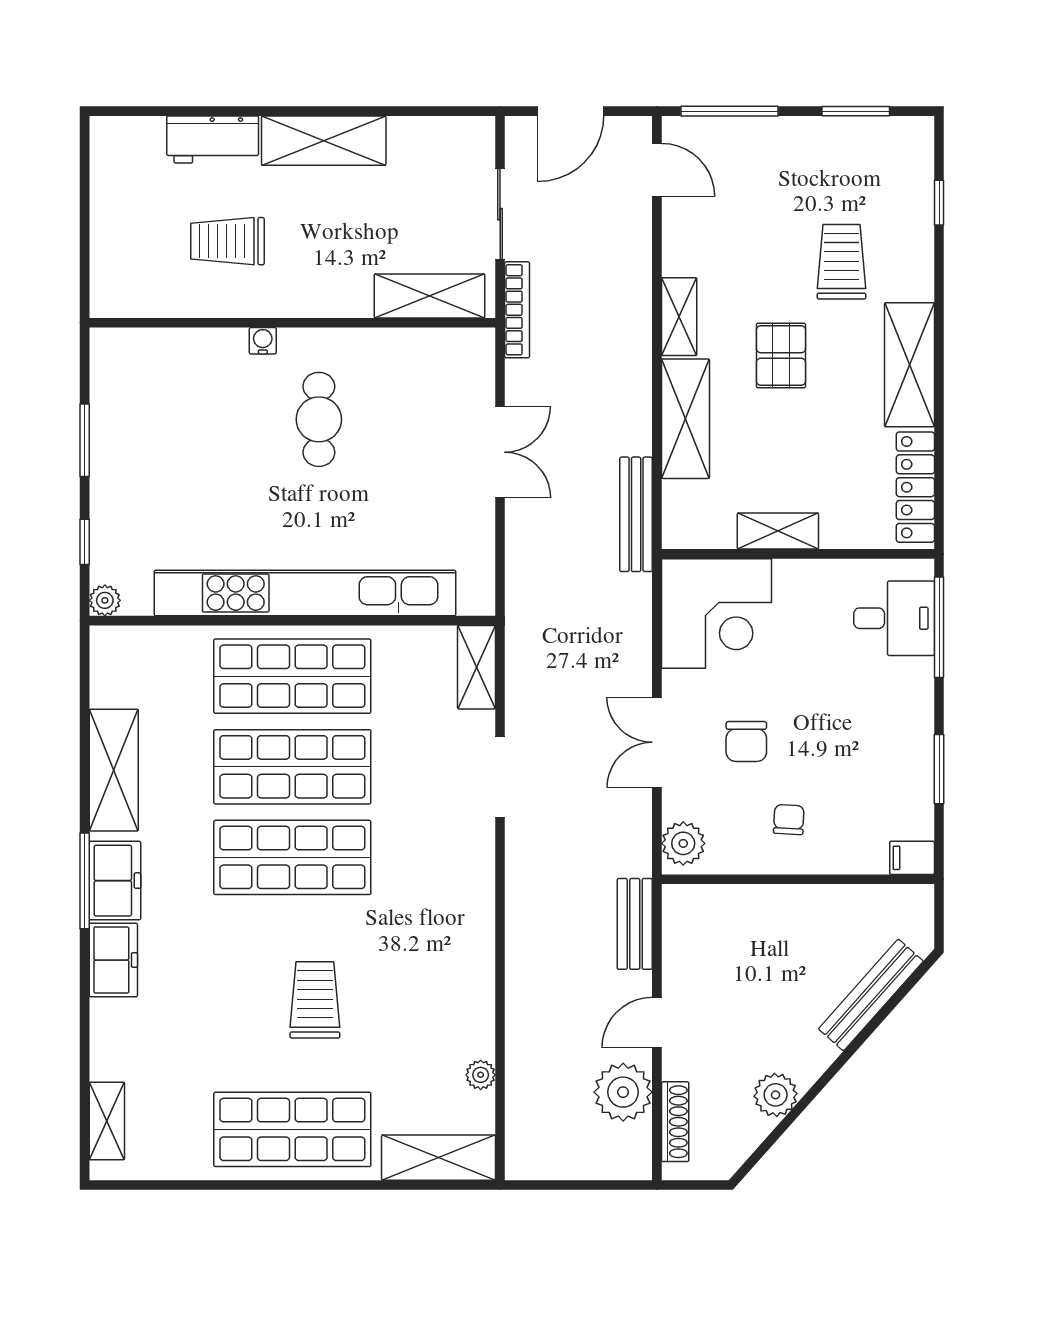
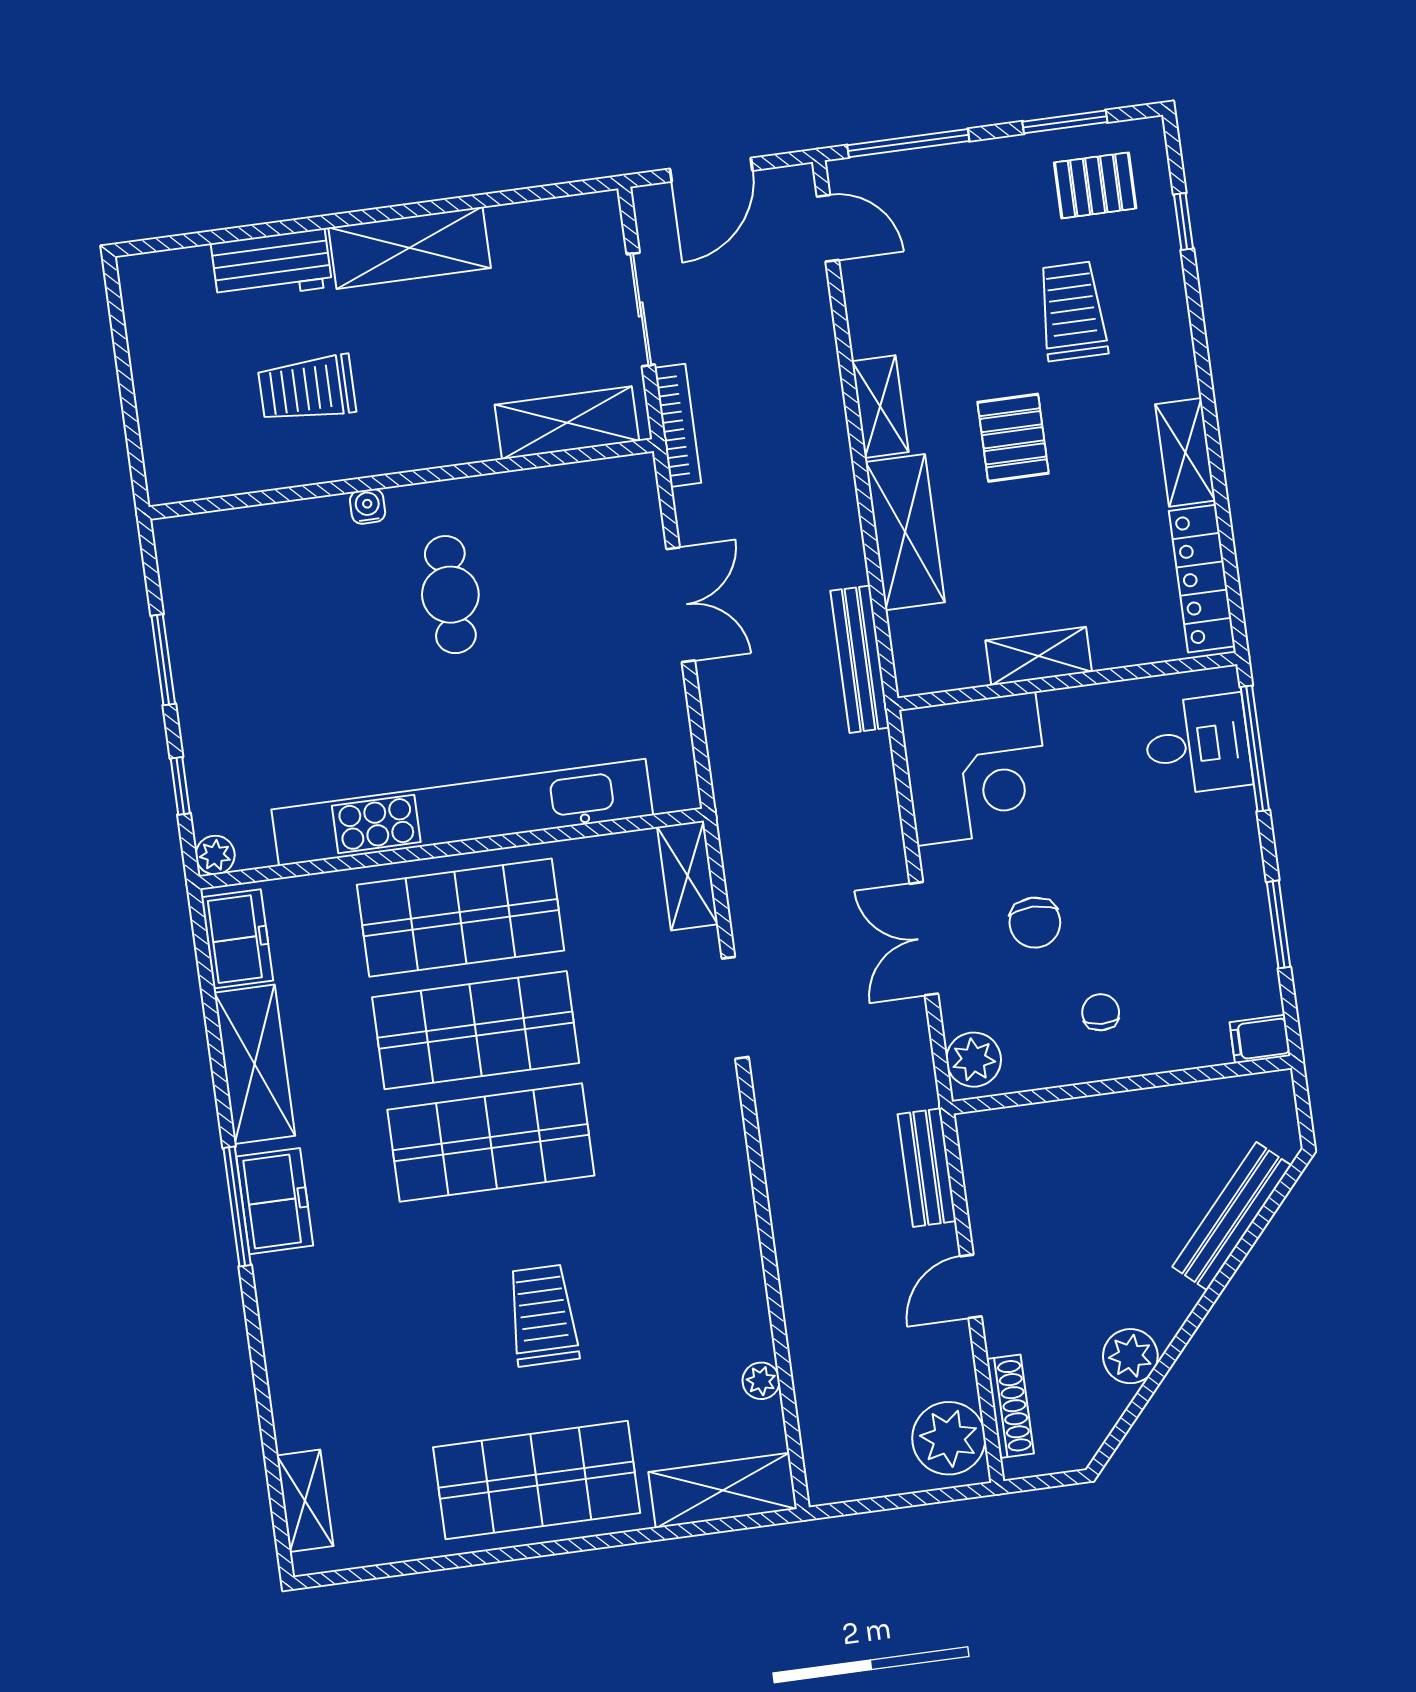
pallet: (873, 165) -> (1095, 185), added
shelving: (909, 365) -> (1185, 452), width x0.67, depth x0.75
freezer: (113, 960) -> (237, 939), moved
plant: (623, 1092) -> (949, 1438), moved

